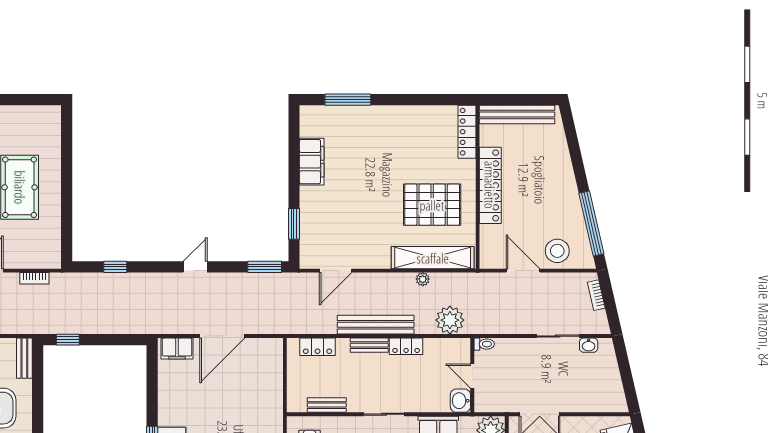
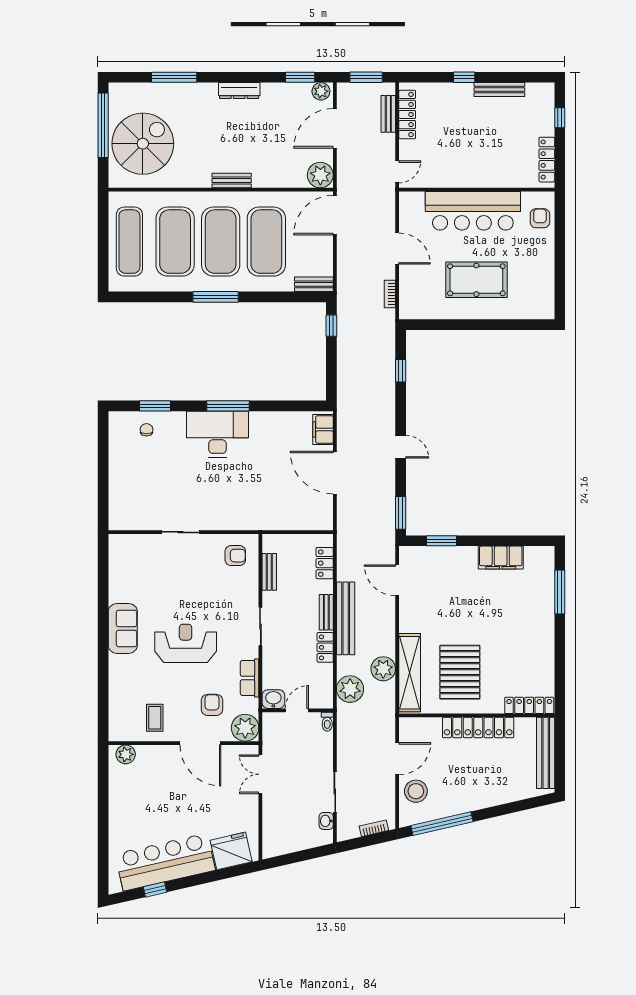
plant: (423, 279) -> (383, 669), width x1.87, depth x1.87

